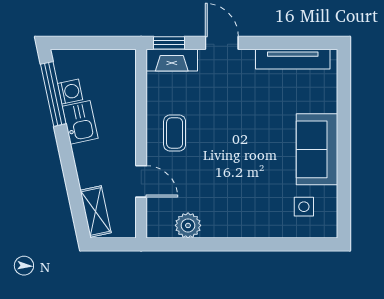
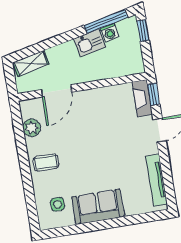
window: (75, 43) -> (143, 31), added
coffee table: (175, 133) -> (46, 162), moved
door: (141, 181) -> (56, 91), width x1.38

